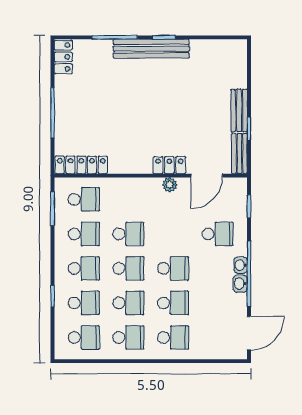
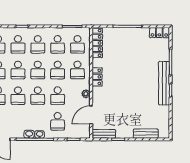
bench: (239, 110) -> (146, 134), moved
locker: (169, 165) -> (97, 77), moved
door: (207, 176) -> (91, 115), hinge flipped
school desk: (128, 199) -> (77, 70), added
school desk: (173, 234) -> (58, 96), added

